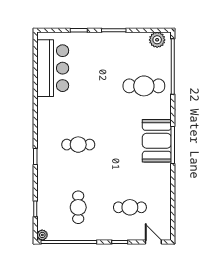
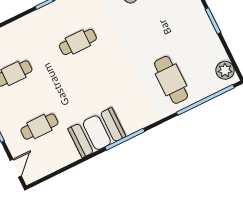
booth: (157, 141) -> (97, 133), moved
cafe table: (78, 145) -> (78, 42), turned 90
cafe table: (130, 207) -> (39, 127), turned 90

